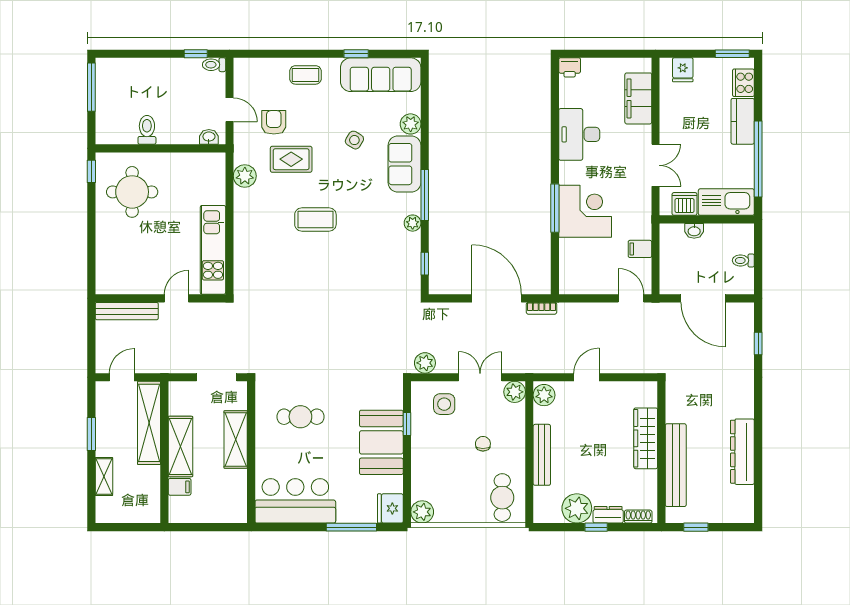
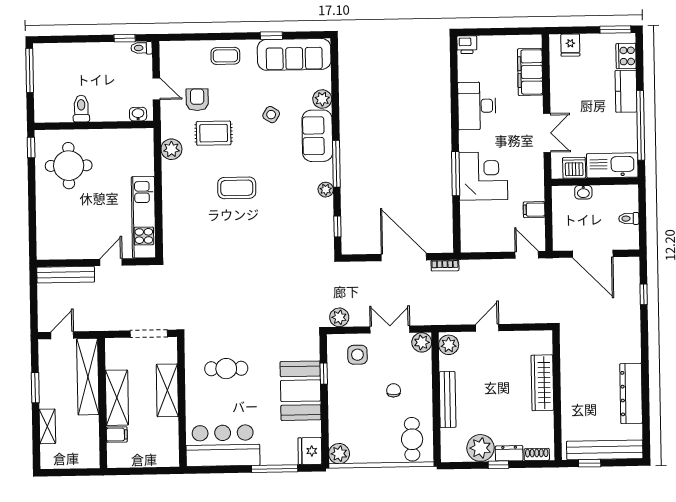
bench: (676, 465) -> (605, 450), moved, turned 90

